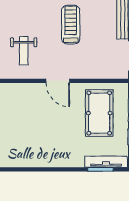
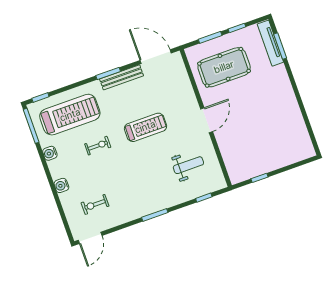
treadmill: (71, 25) -> (145, 127), turned 180

